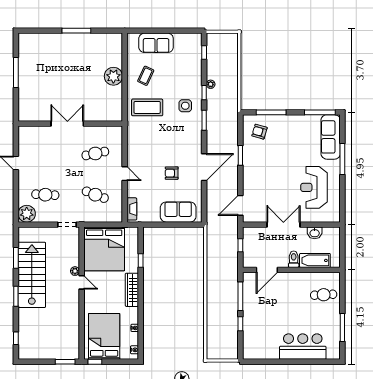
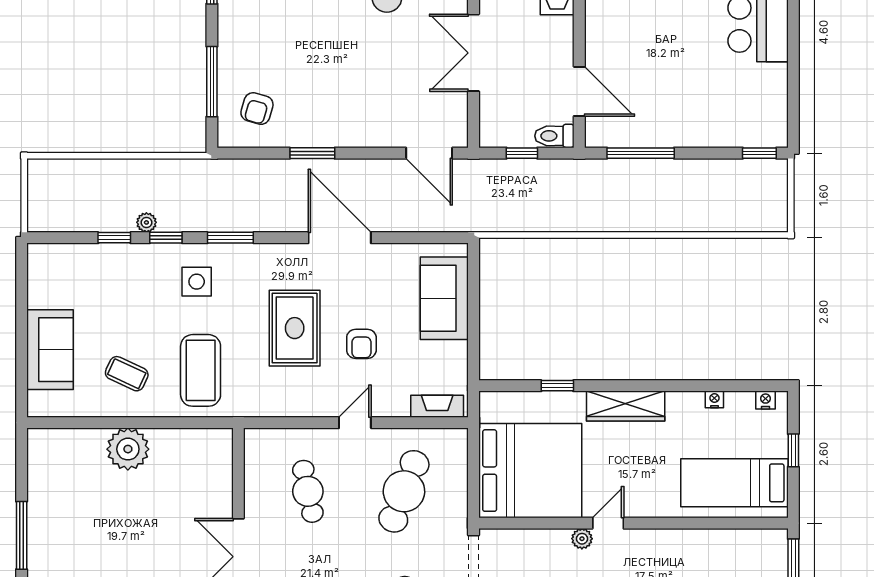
window: (204, 53) -> (114, 238), moved
rug: (165, 148) -> (295, 328), added
armchair: (172, 173) -> (361, 344), moved
cafe table: (95, 195) -> (404, 491), width x1.37, depth x1.35
toilet: (294, 259) -> (554, 136), moved
window: (240, 324) -> (759, 153), moved
bed: (104, 336) -> (734, 483), width x0.67
window: (95, 362) -> (793, 450), moved

